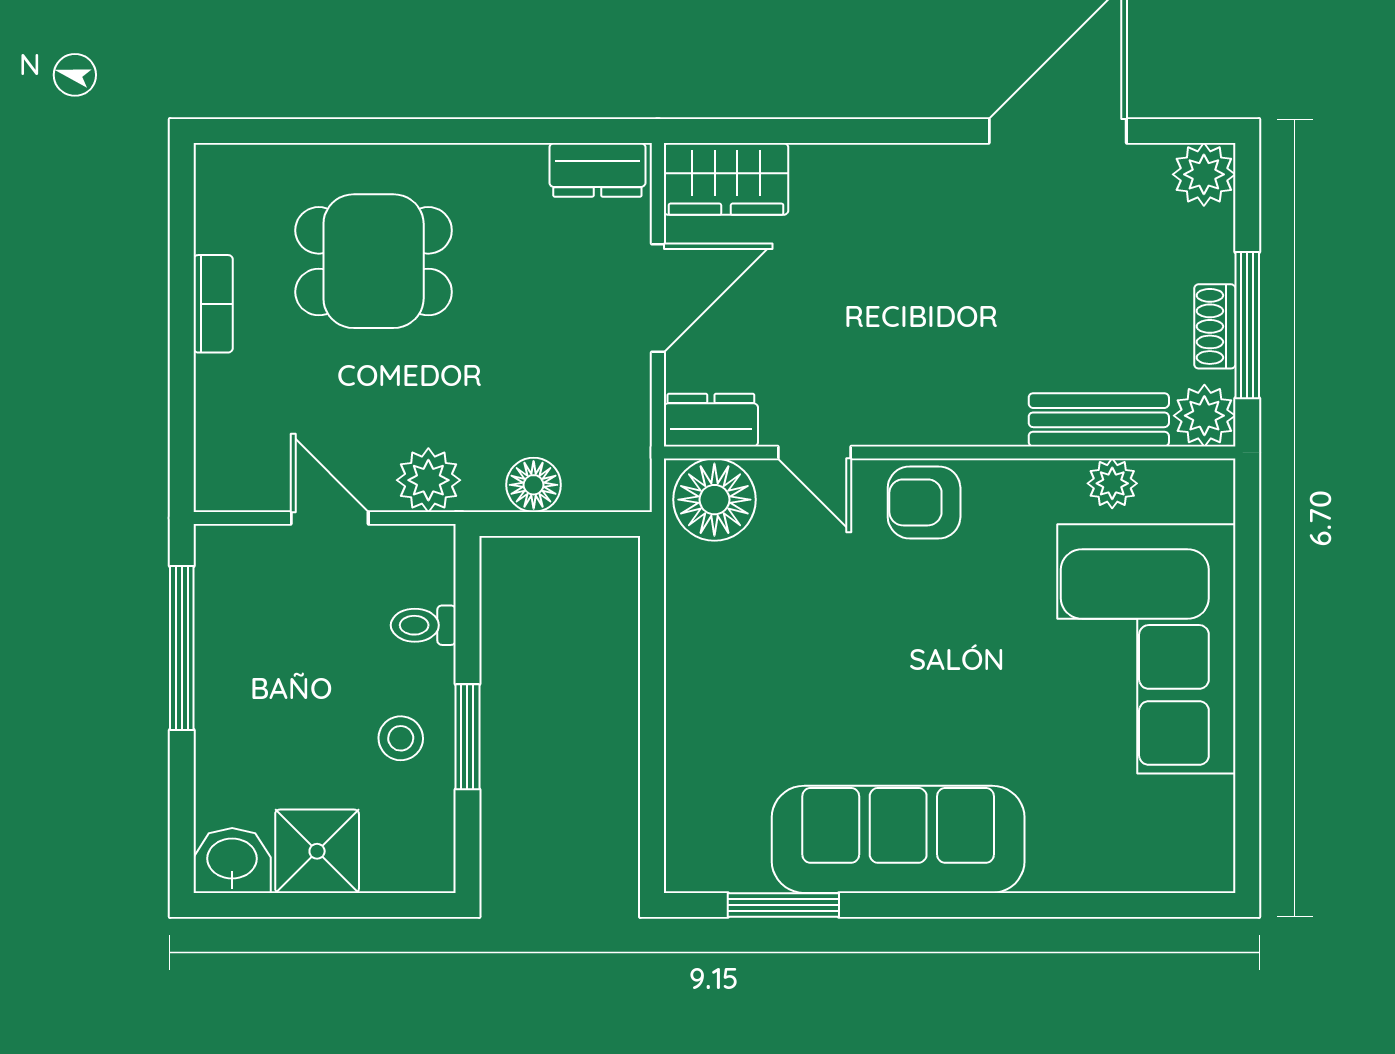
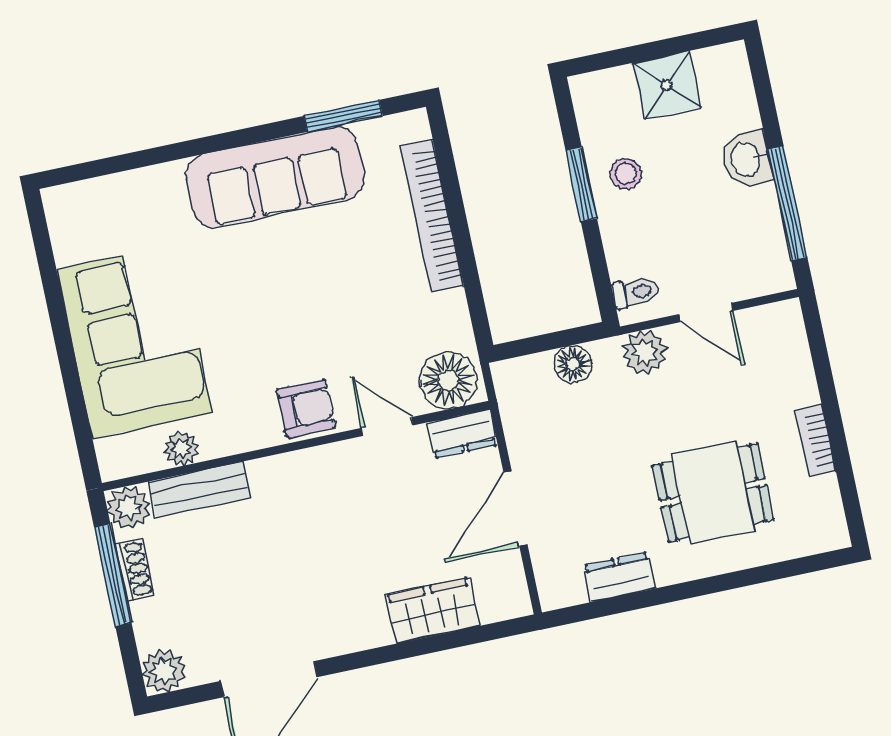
dresser: (597, 170) -> (619, 577), moved
wardrobe: (726, 179) -> (432, 610), moved
toilet: (423, 625) -> (636, 292), moved
bookcase: (688, 737) -> (432, 216), added
washbasin: (232, 860) -> (747, 159), moved, turned 90

